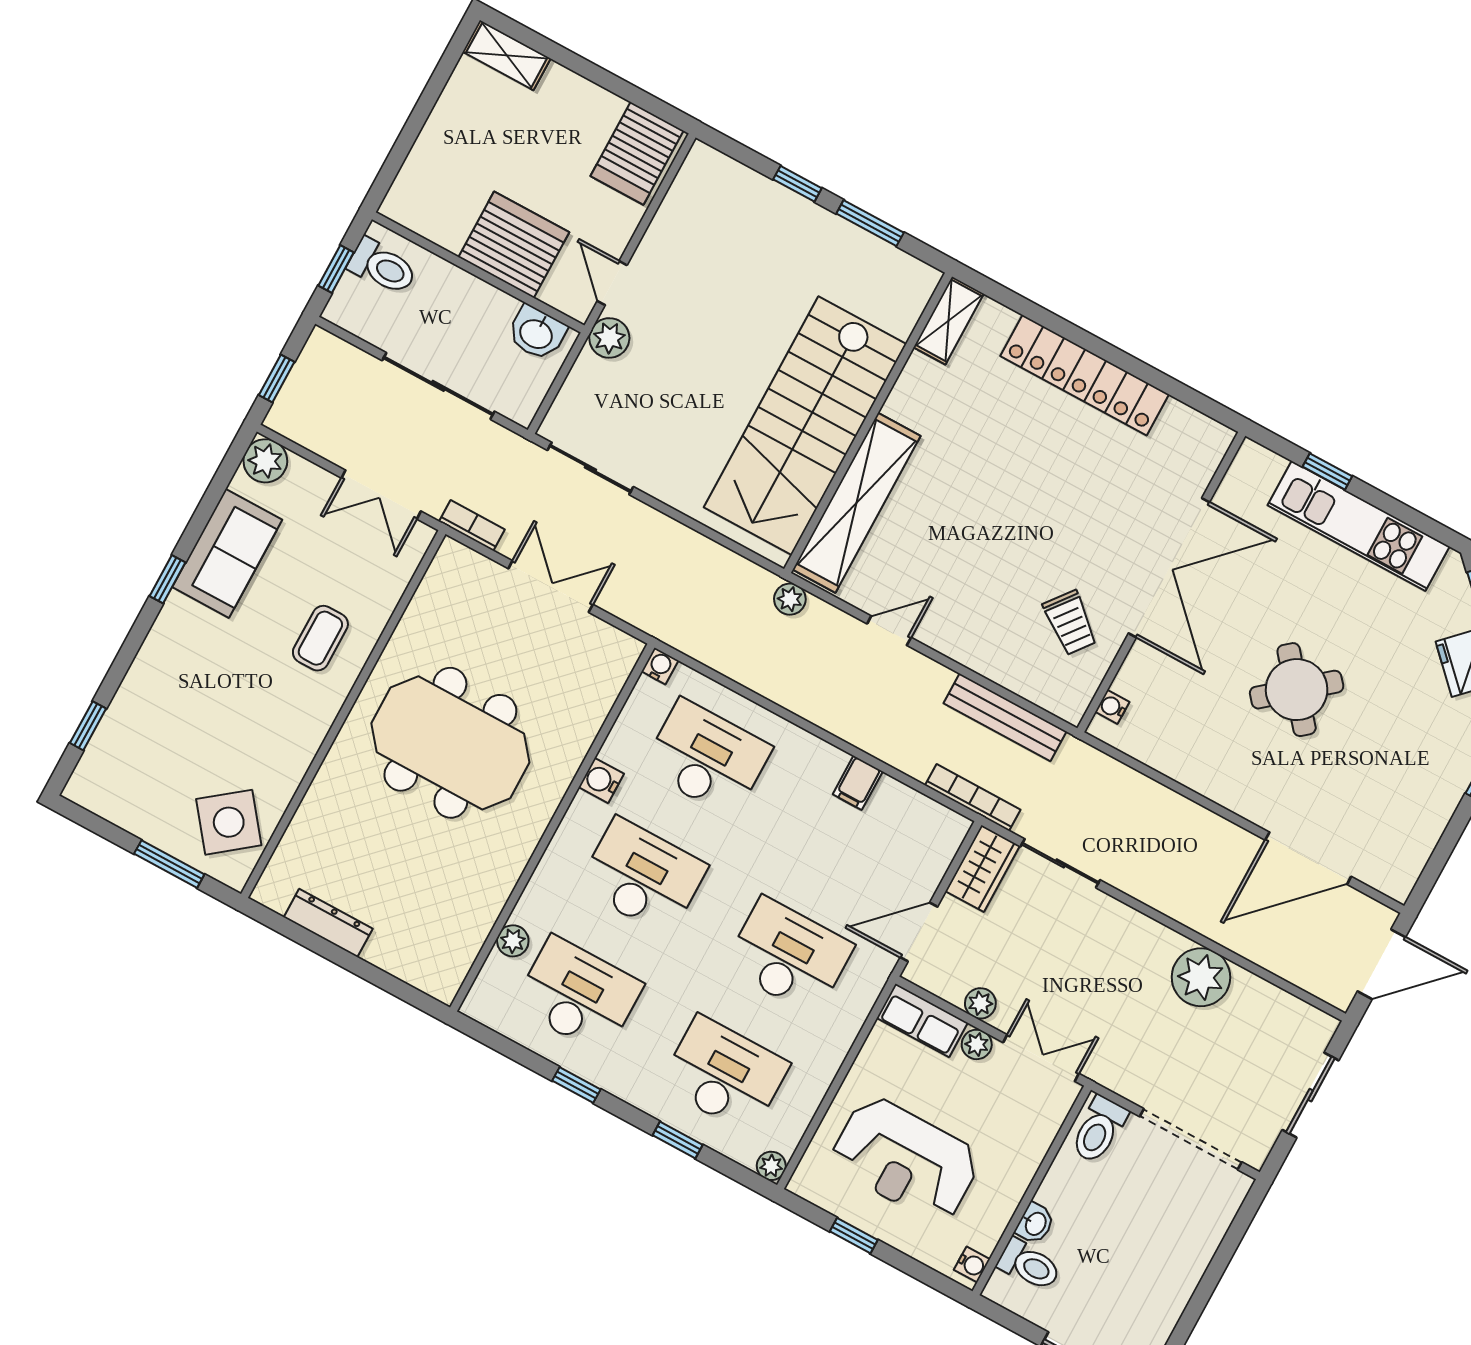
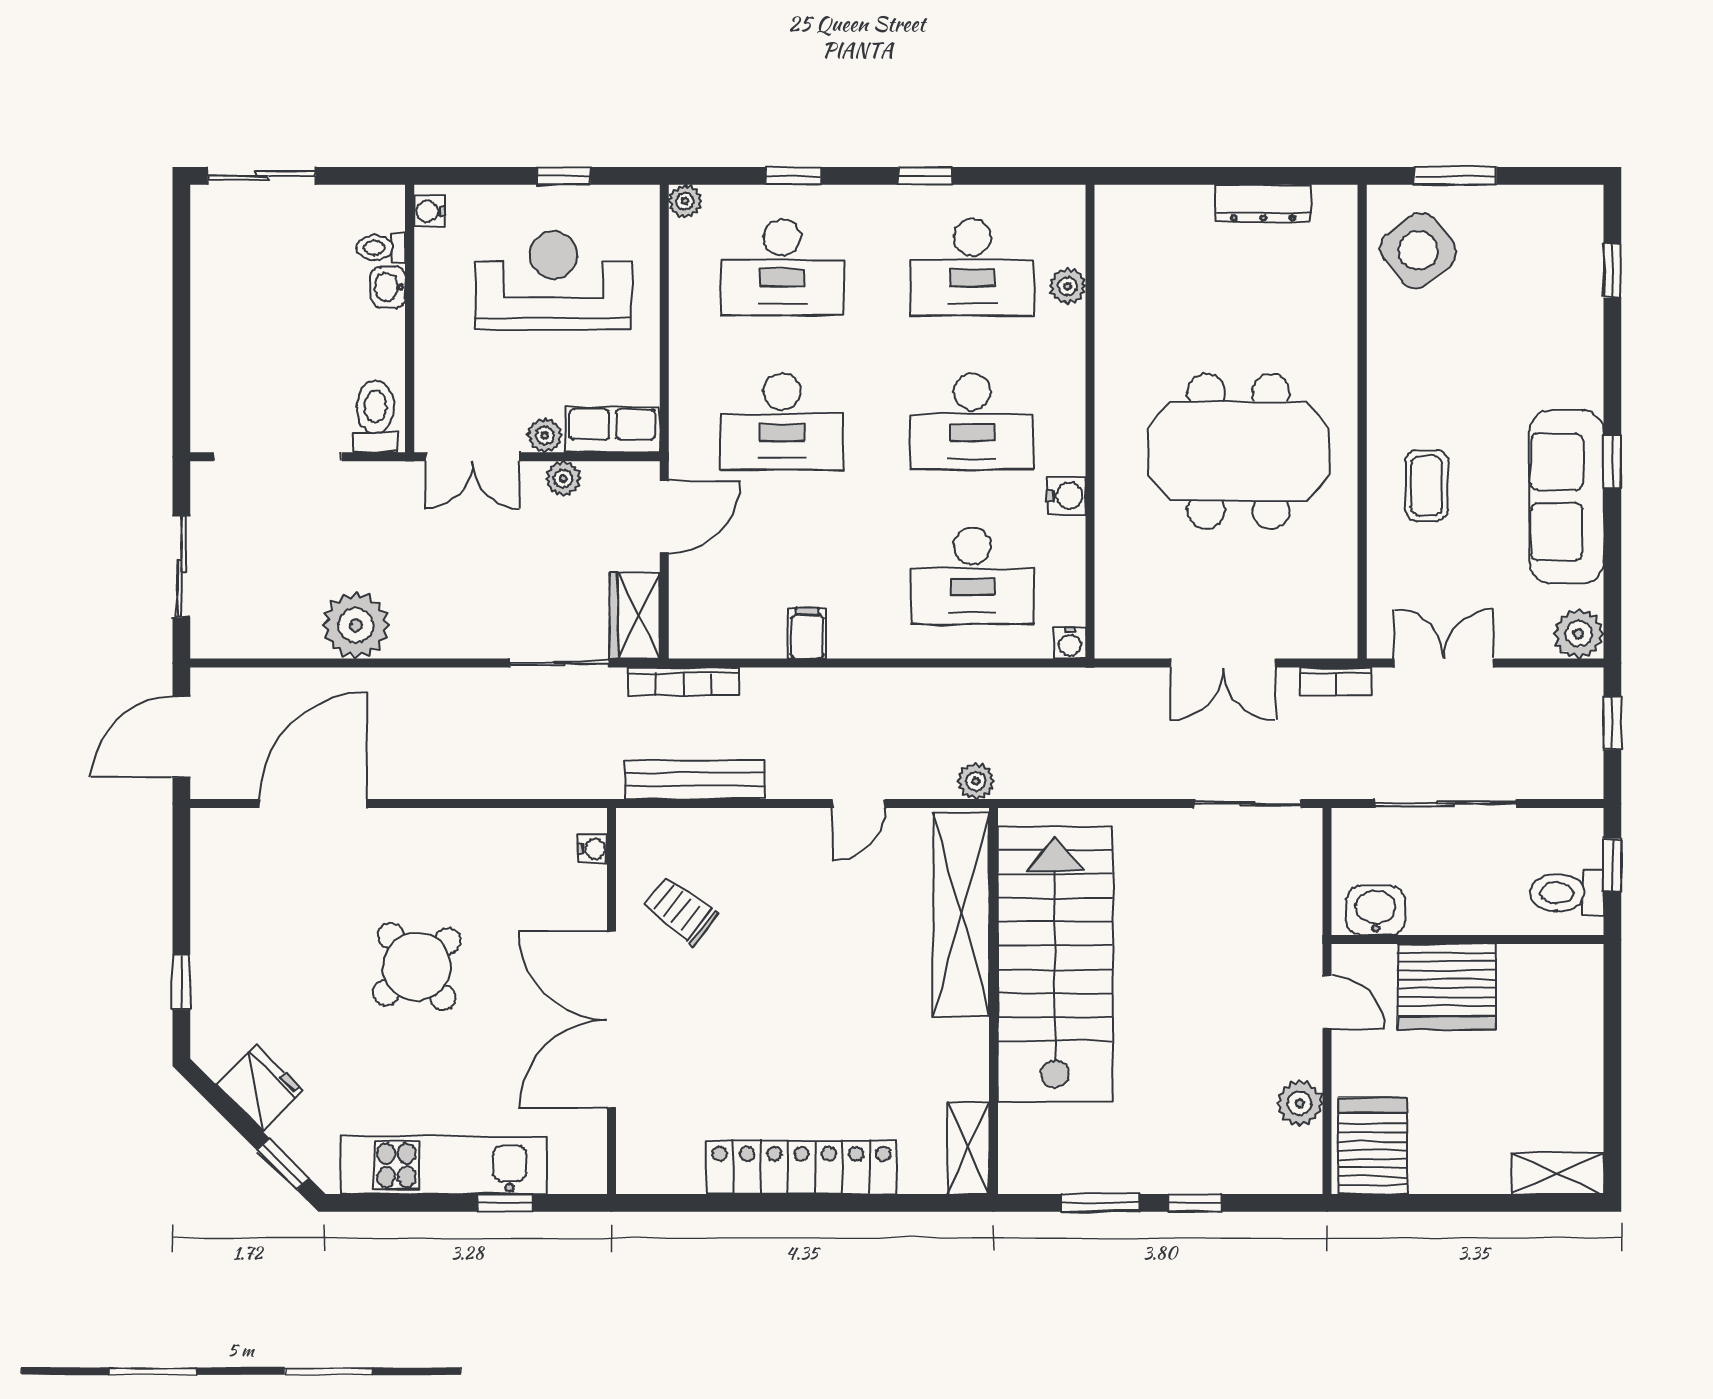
plant: (609, 338) -> (1300, 1103), moved
sofa: (227, 553) -> (1566, 497), width x1.36
toilet: (1029, 1265) -> (381, 248), width x0.73, depth x0.72

